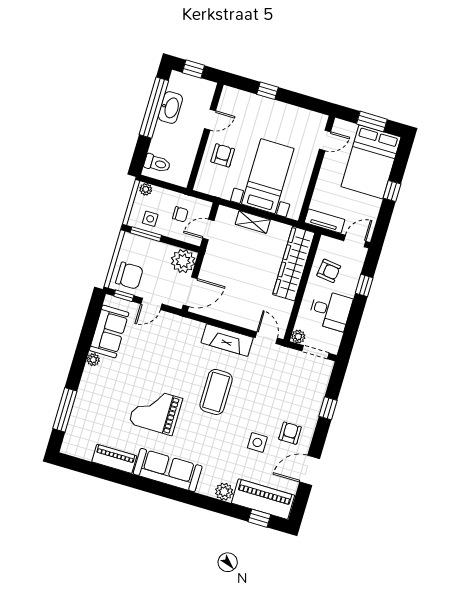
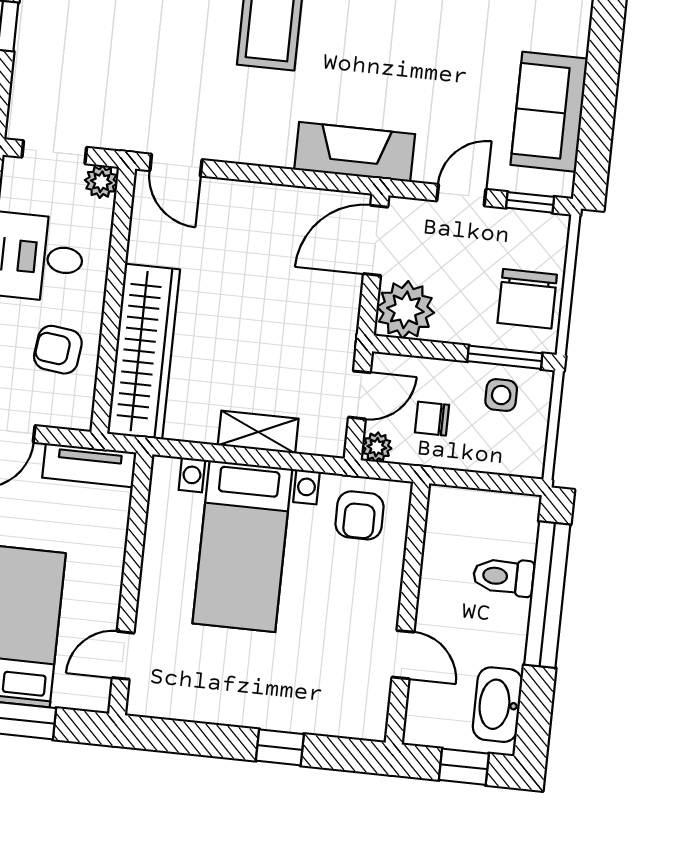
window: (154, 108) -> (547, 595), moved
washbasin: (170, 108) -> (498, 705), moved
door: (210, 120) -> (403, 655), swing flipped
armchair: (223, 155) -> (360, 515), moved
toilet: (157, 163) -> (503, 577), moved
plant: (146, 189) -> (377, 447), moved
chair: (129, 276) -> (527, 299), moved, turned -90
fireplace: (227, 340) -> (355, 152), moved
plant: (93, 360) -> (575, 39), removed

